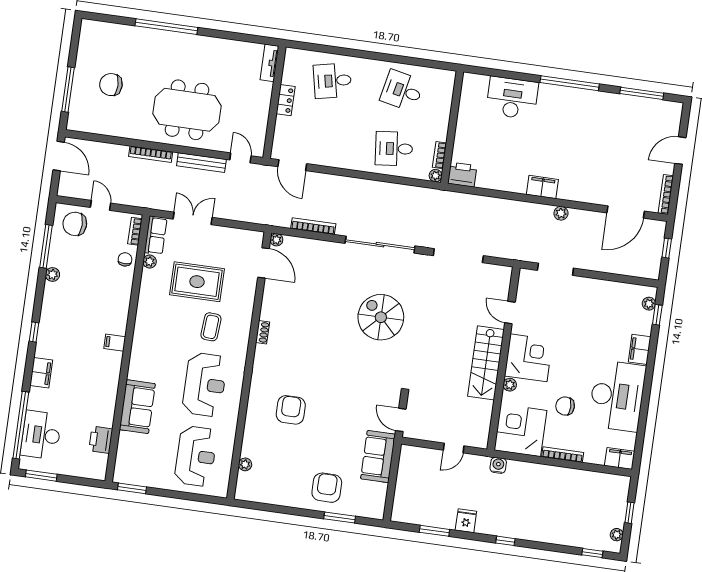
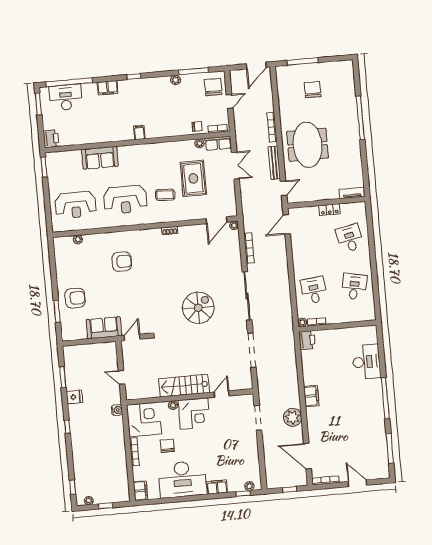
plant: (561, 213) -> (293, 417), width x1.88, depth x1.88
printer: (101, 440) -> (51, 139), moved, turned 90

